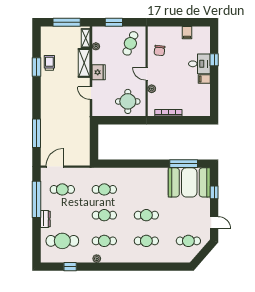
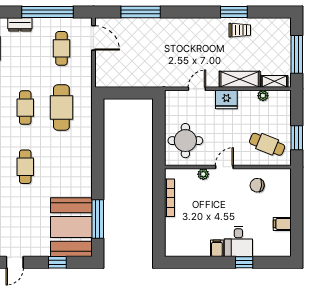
window: (114, 22) -> (297, 138), moved
cafe table: (104, 189) -> (61, 108), width x1.37, depth x1.35

